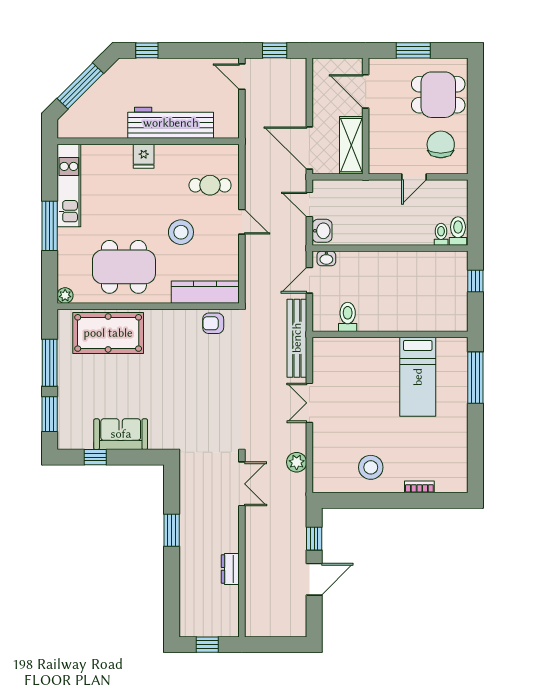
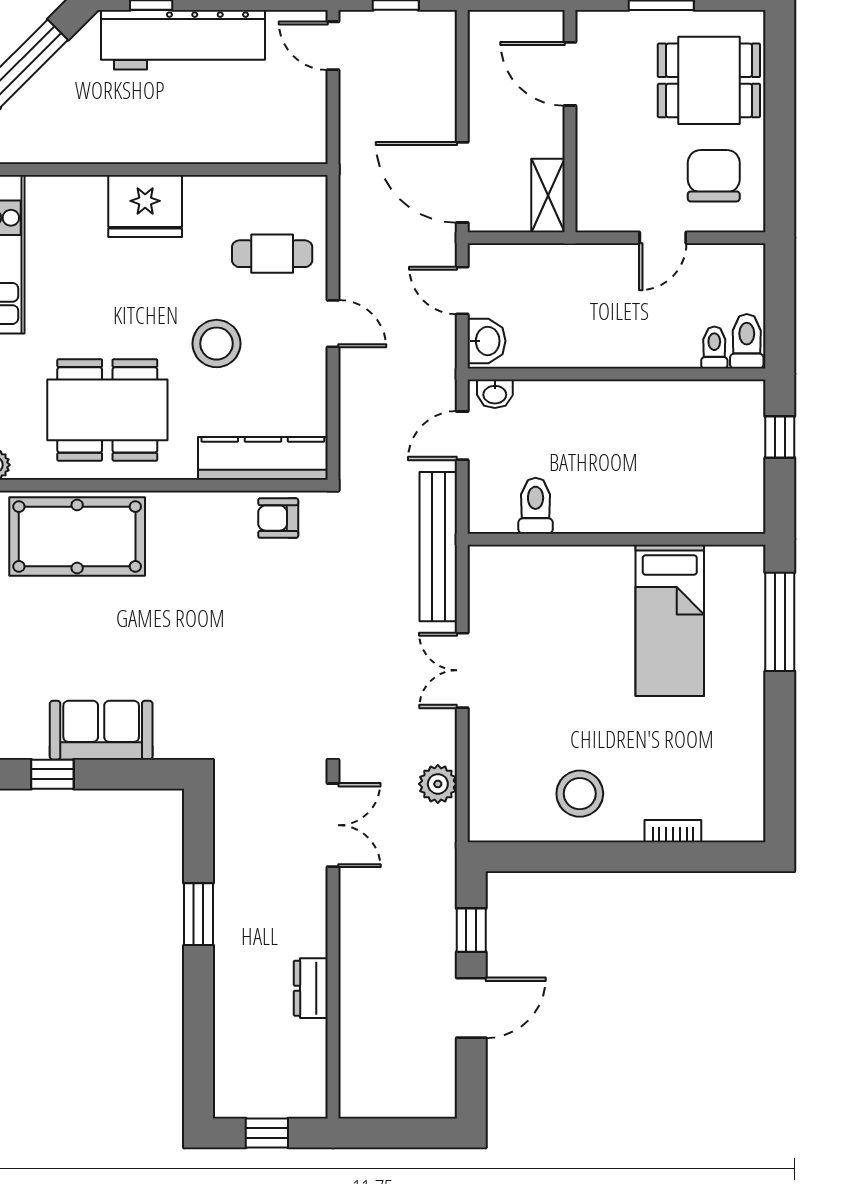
workbench: (171, 123) -> (183, 40), moved, turned 180
shelving: (351, 145) -> (548, 196), width x0.67, depth x0.75
fridge: (144, 156) -> (145, 206), width x1.88, depth x1.34

